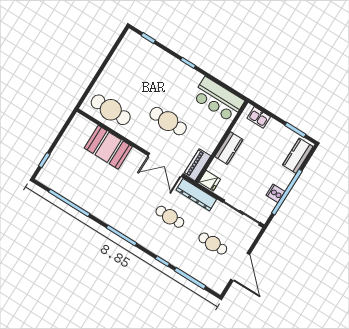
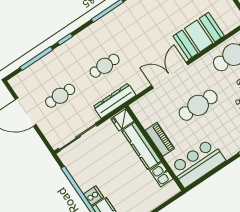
kitchen sink: (259, 117) -> (161, 175), moved, turned -90
kitchen counter: (229, 148) -> (141, 146), width x1.50
double door: (165, 165) -> (170, 75), moved
piano: (197, 165) -> (160, 139), moved
cooker: (275, 193) -> (93, 196), moved

